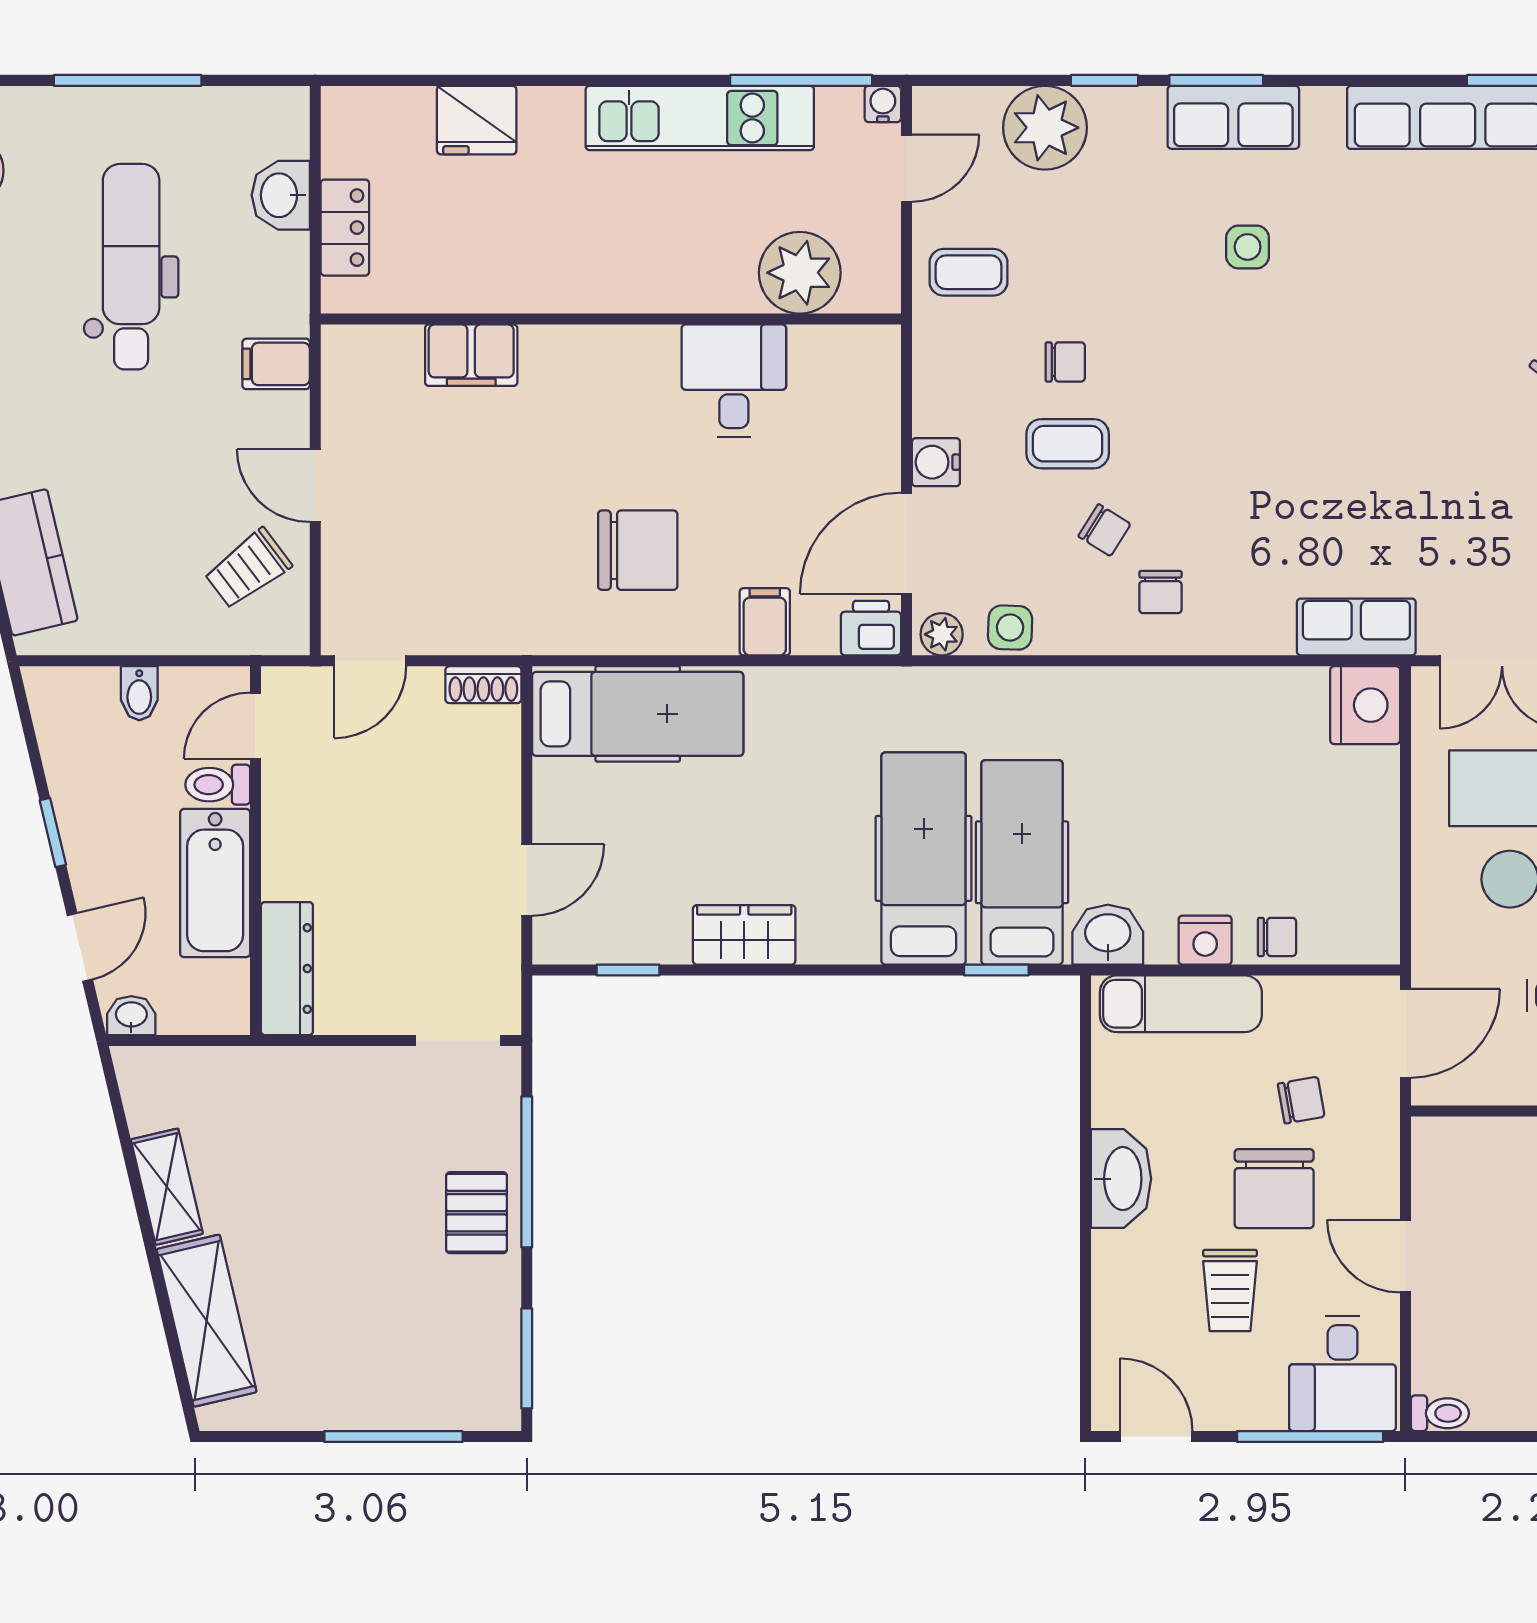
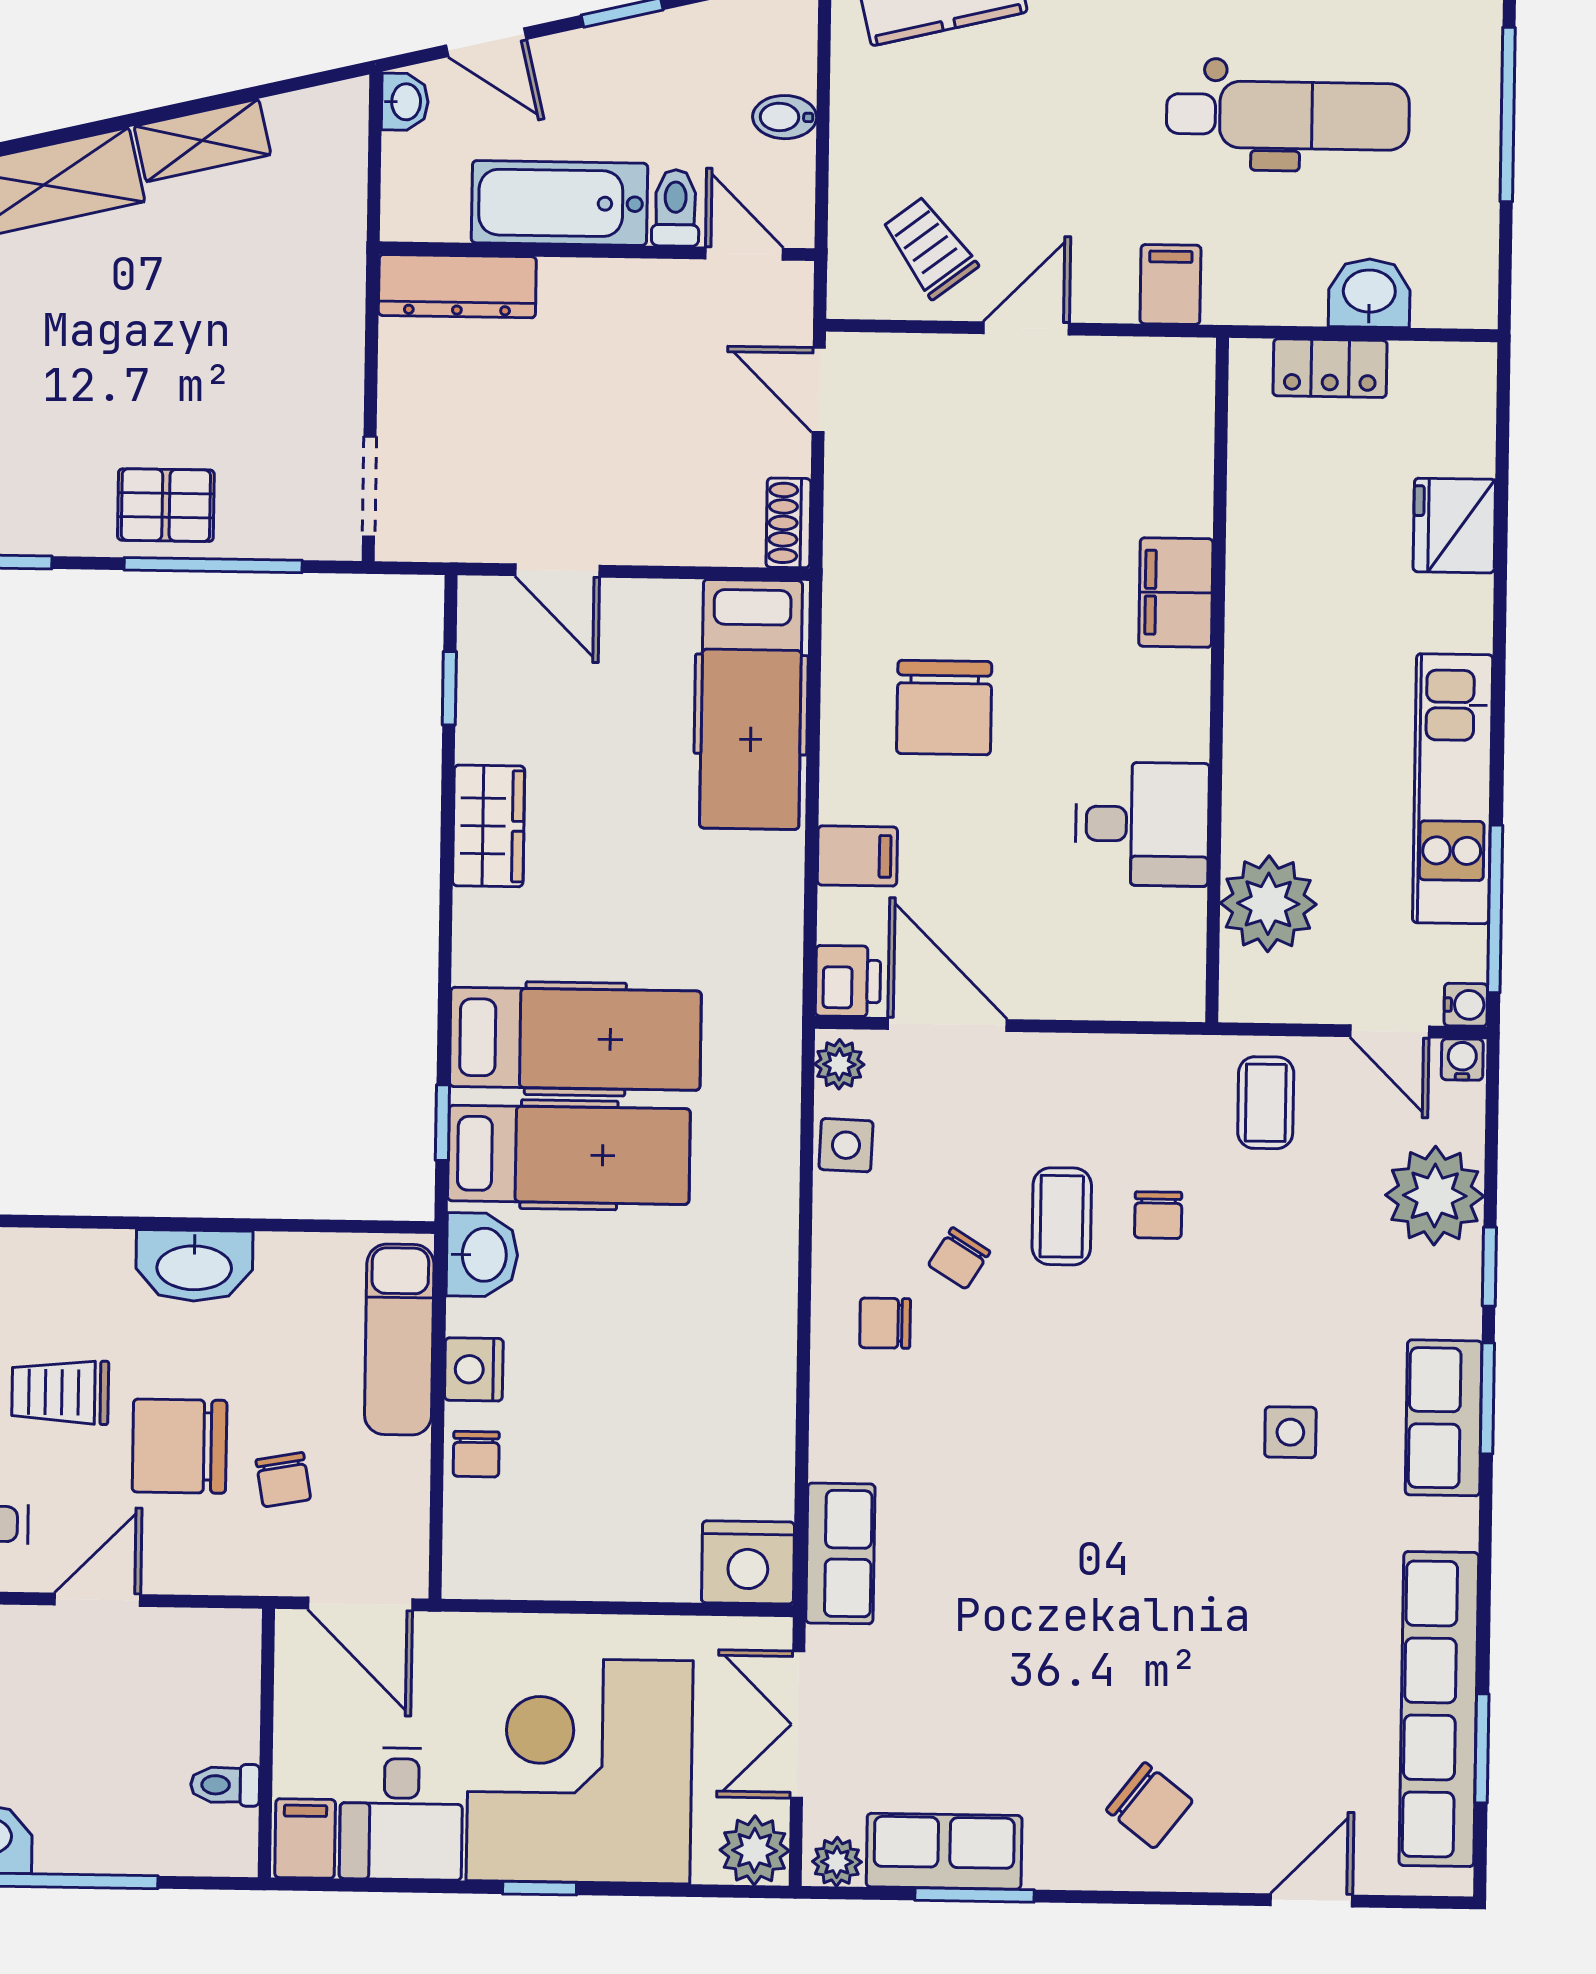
filing cabinet: (471, 355) -> (1176, 593), moved
water cooler: (936, 462) -> (1462, 1059), moved, width x0.72, depth x0.72

